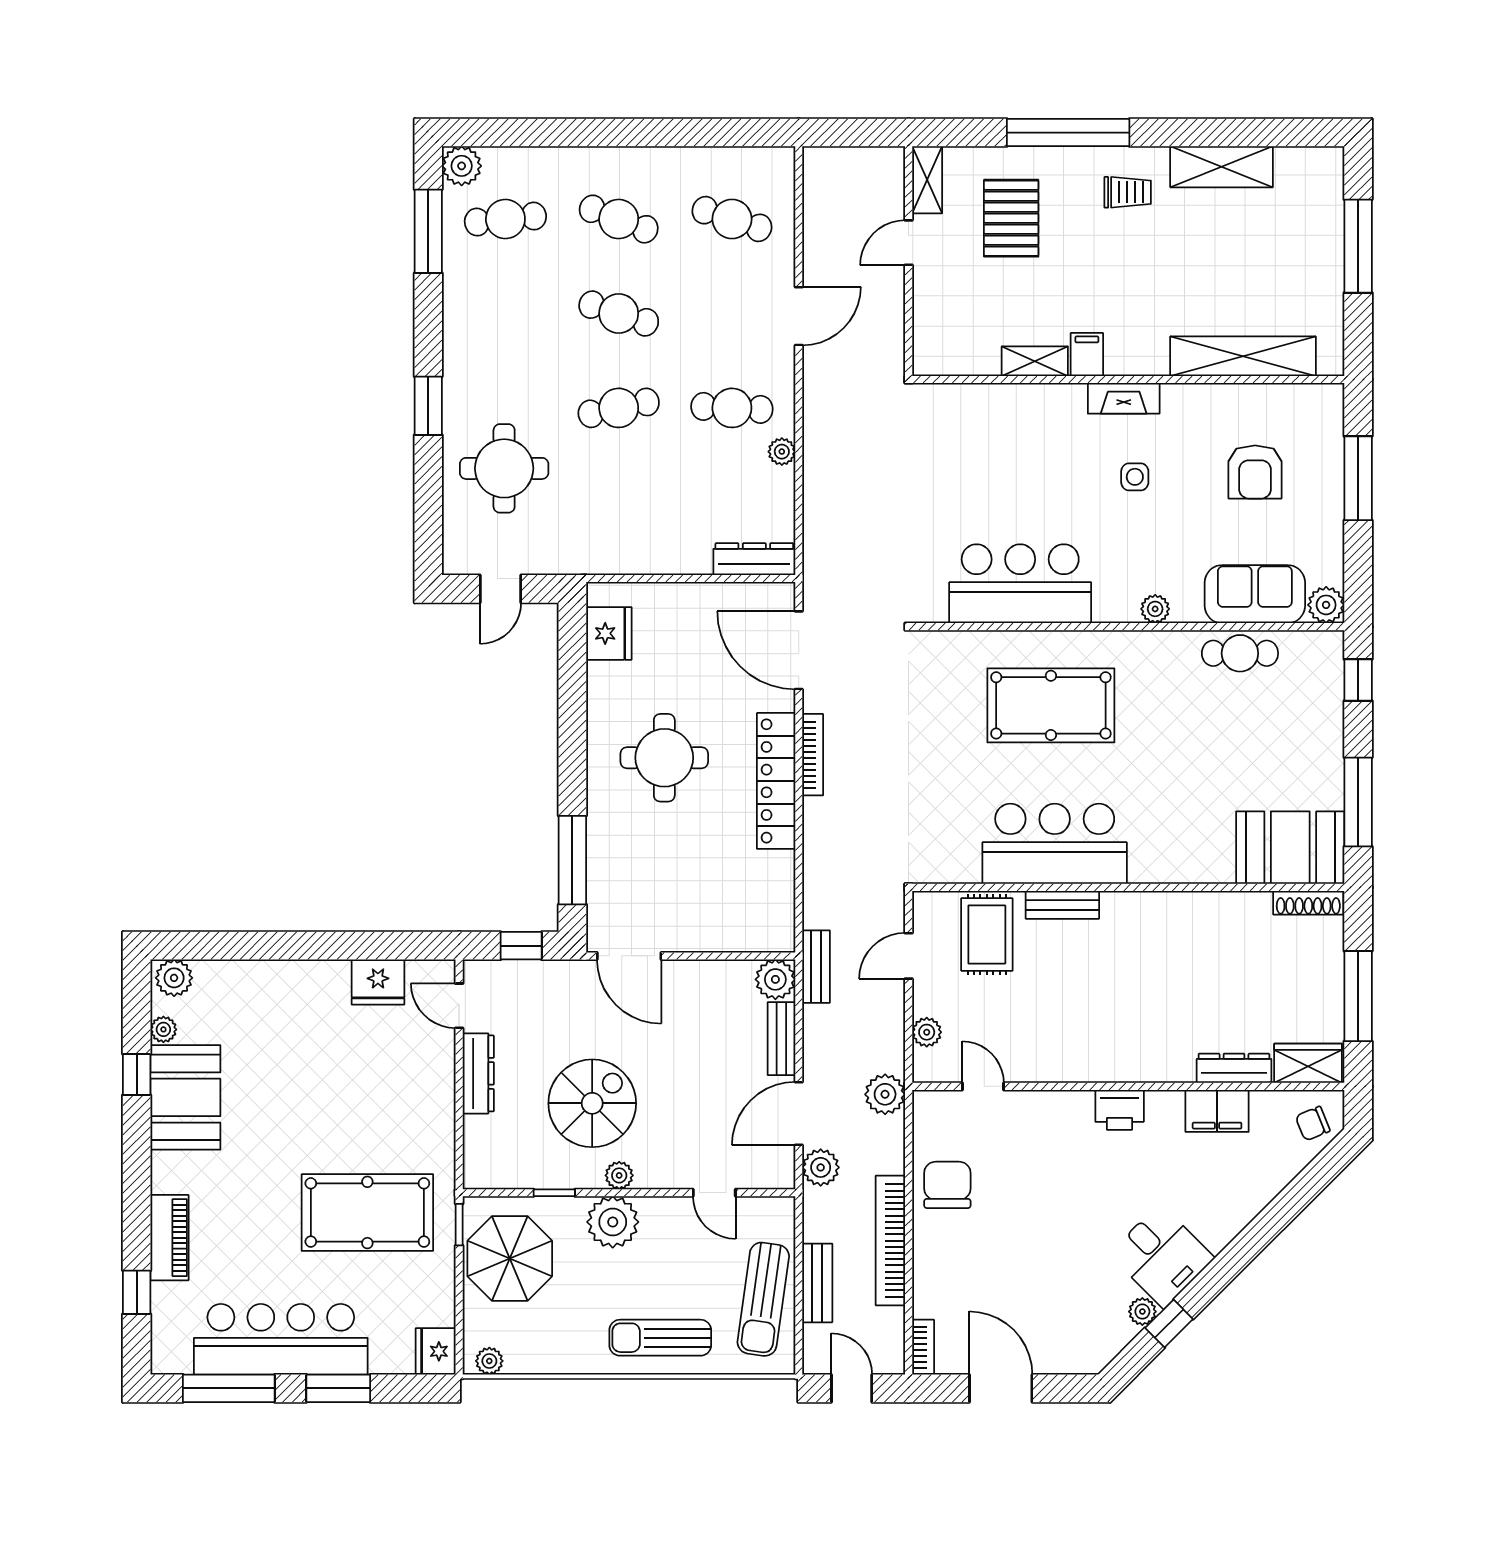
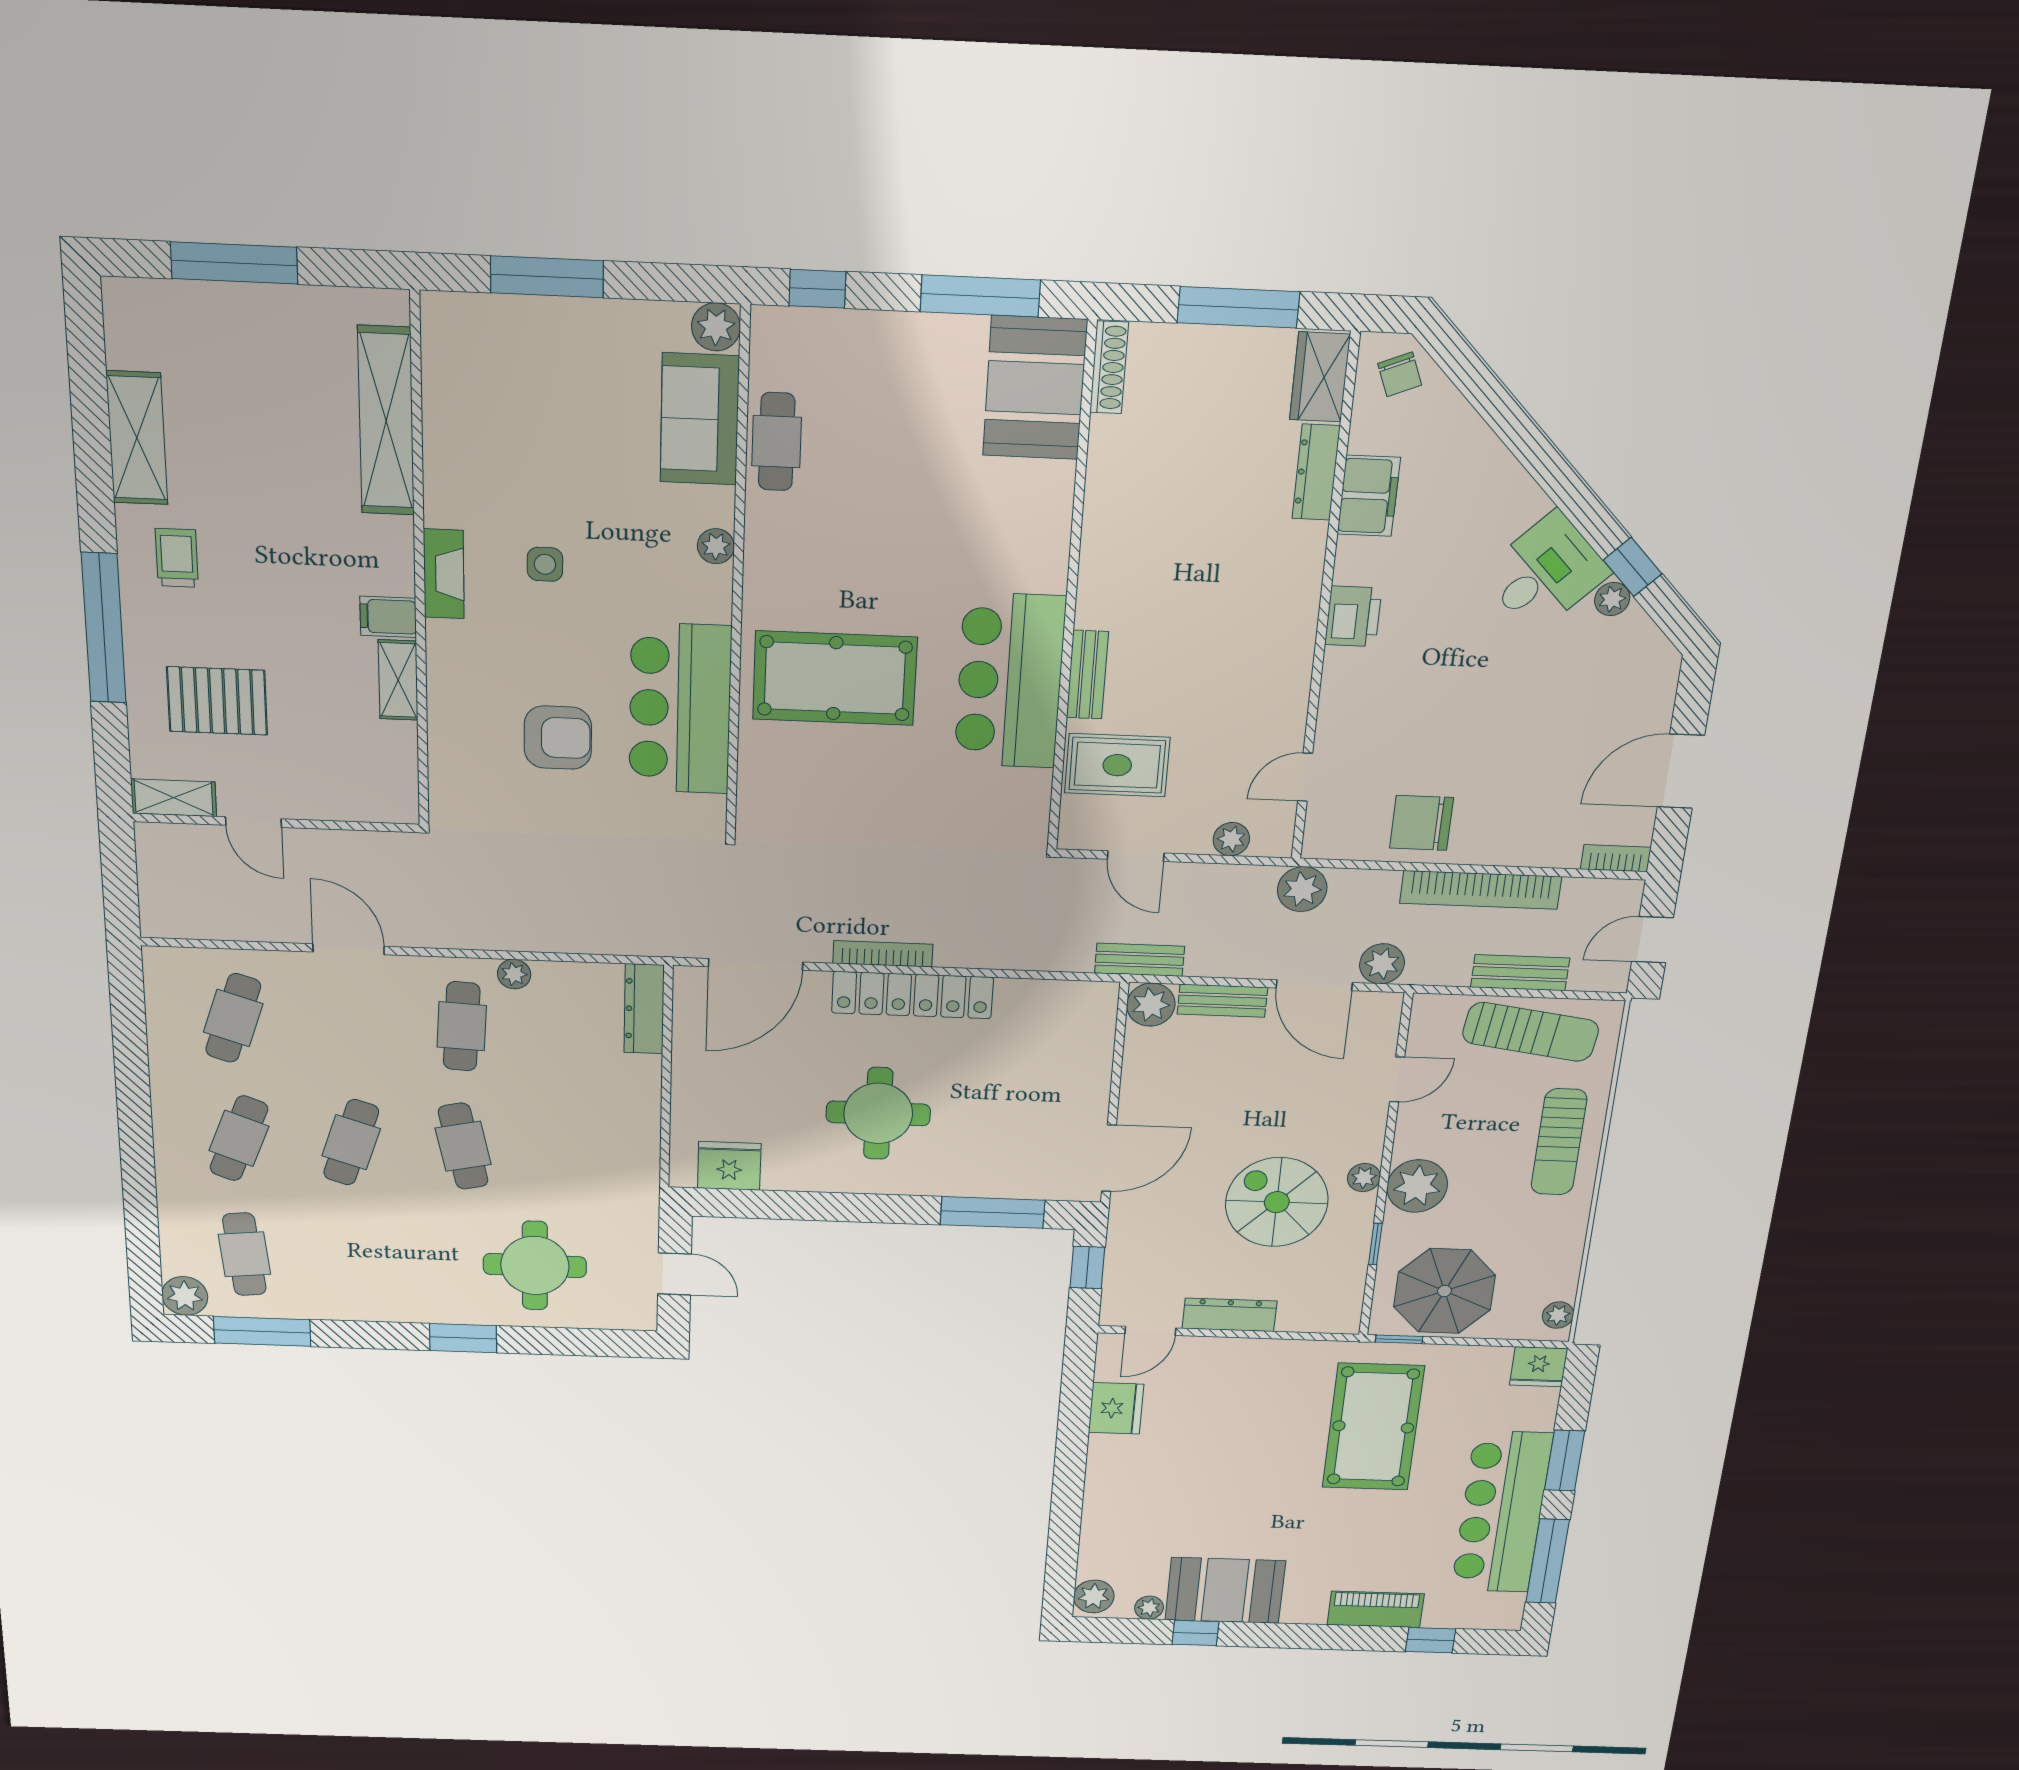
armchair: (1255, 472) -> (558, 738), moved
pool table: (1051, 705) -> (835, 678), turned 90

